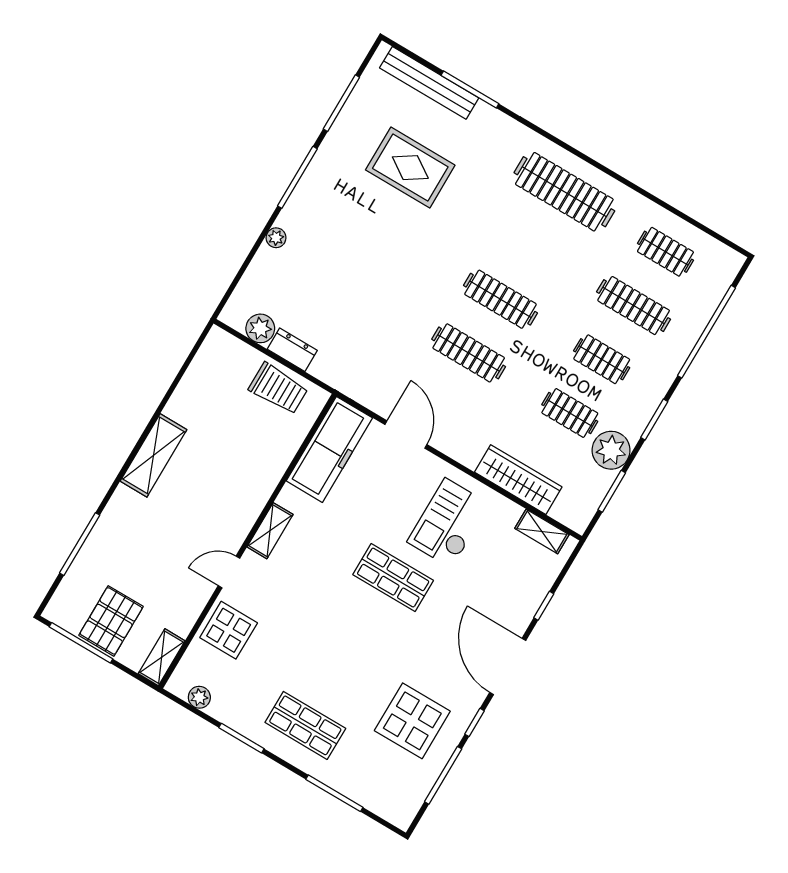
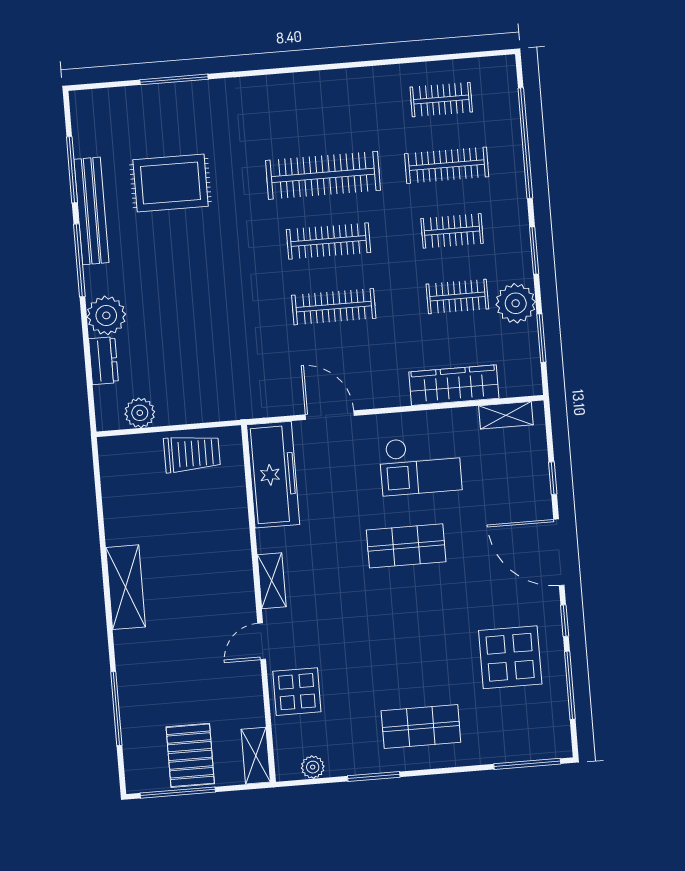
bench: (429, 83) -> (91, 211), moved, turned 90
clothes rail: (564, 192) -> (323, 175), moved
plant: (276, 238) -> (106, 315), width x1.88, depth x1.88
dresser: (292, 350) -> (103, 361), moved, turned 90
checkout: (448, 523) -> (420, 465), turned -90
window: (334, 793) -> (527, 764), moved

